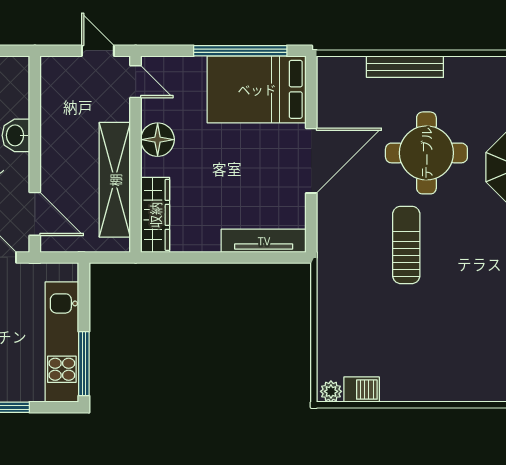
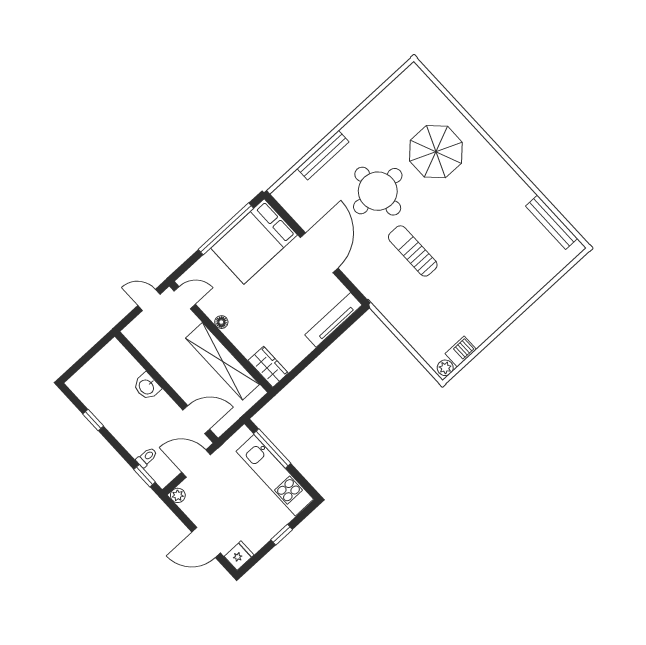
floor lamp: (158, 140) -> (221, 322), width x0.53, depth x0.53
wardrobe: (155, 215) -> (268, 367), width x0.67
window: (84, 364) -> (272, 449), moved

